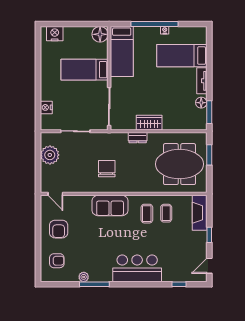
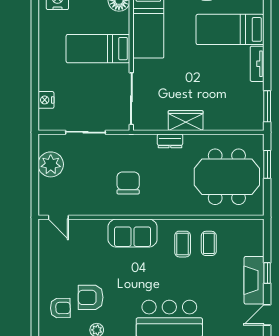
floor lamp: (201, 103) -> (256, 93), removed
fireplace: (200, 213) -> (254, 280), moved
armchair: (59, 229) -> (91, 297), moved, turned 90

